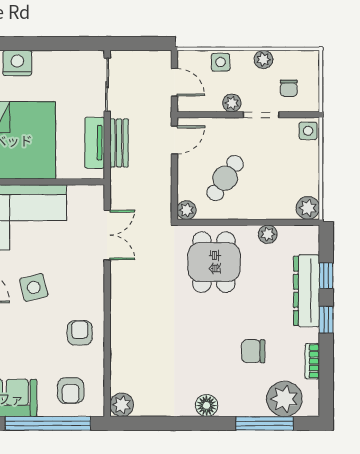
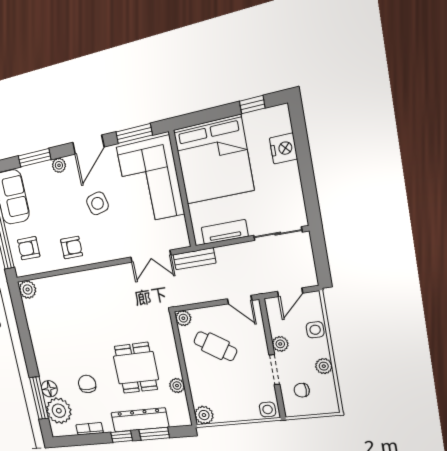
bench: (119, 143) -> (194, 259), moved
dining table: (214, 262) -> (136, 368), moved, turned 90
window: (326, 276) -> (154, 434), width x1.50
floor lamp: (207, 405) -> (49, 389), moved

